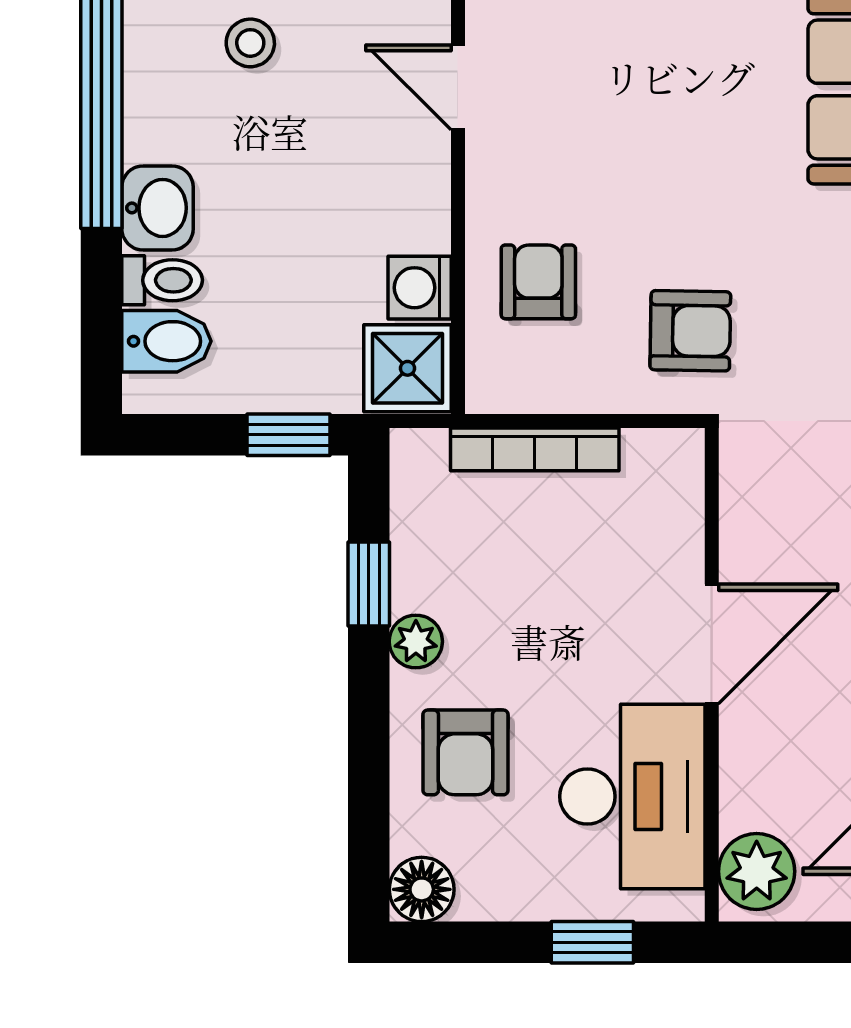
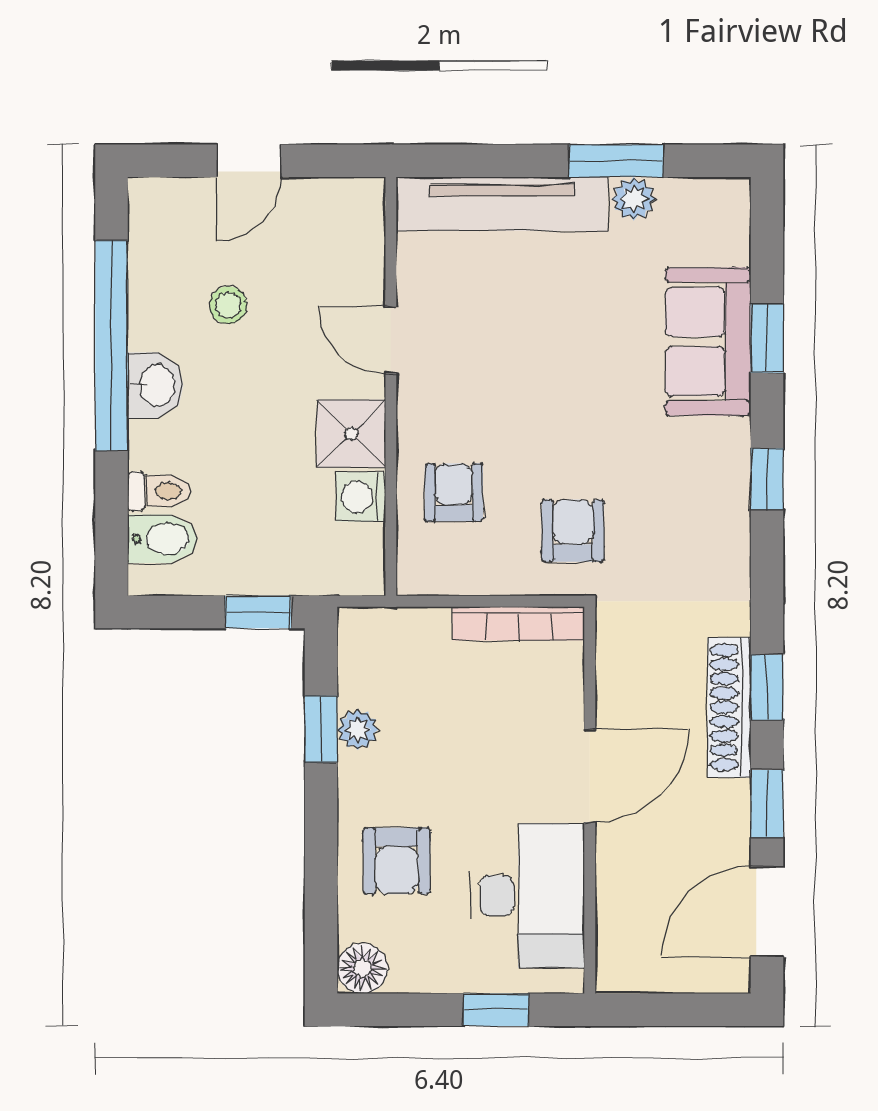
washbasin: (158, 208) -> (156, 385), moved
armchair: (690, 331) -> (573, 531), turned -91
shower: (408, 368) -> (351, 434), moved
bookcase: (535, 449) -> (518, 624), moved
plant: (416, 641) -> (358, 729), moved
plant: (757, 871) -> (625, 954), removed

